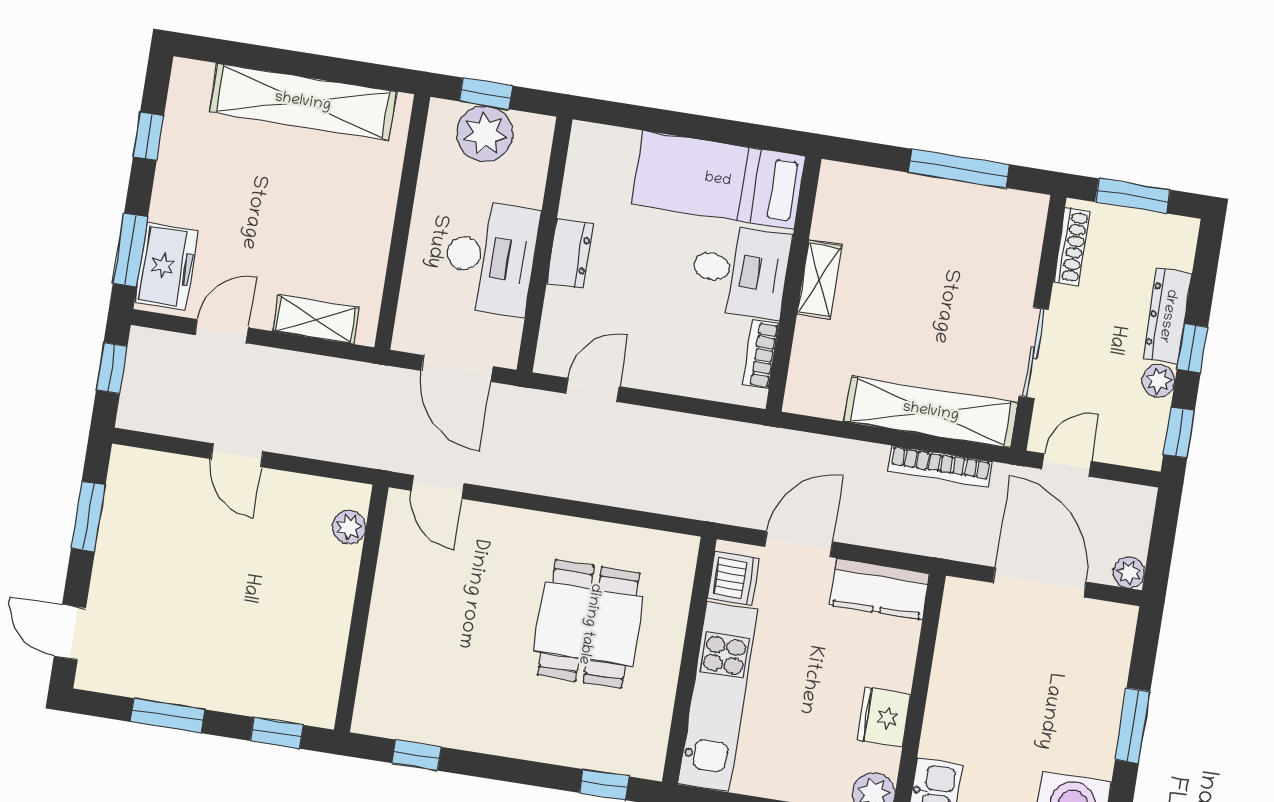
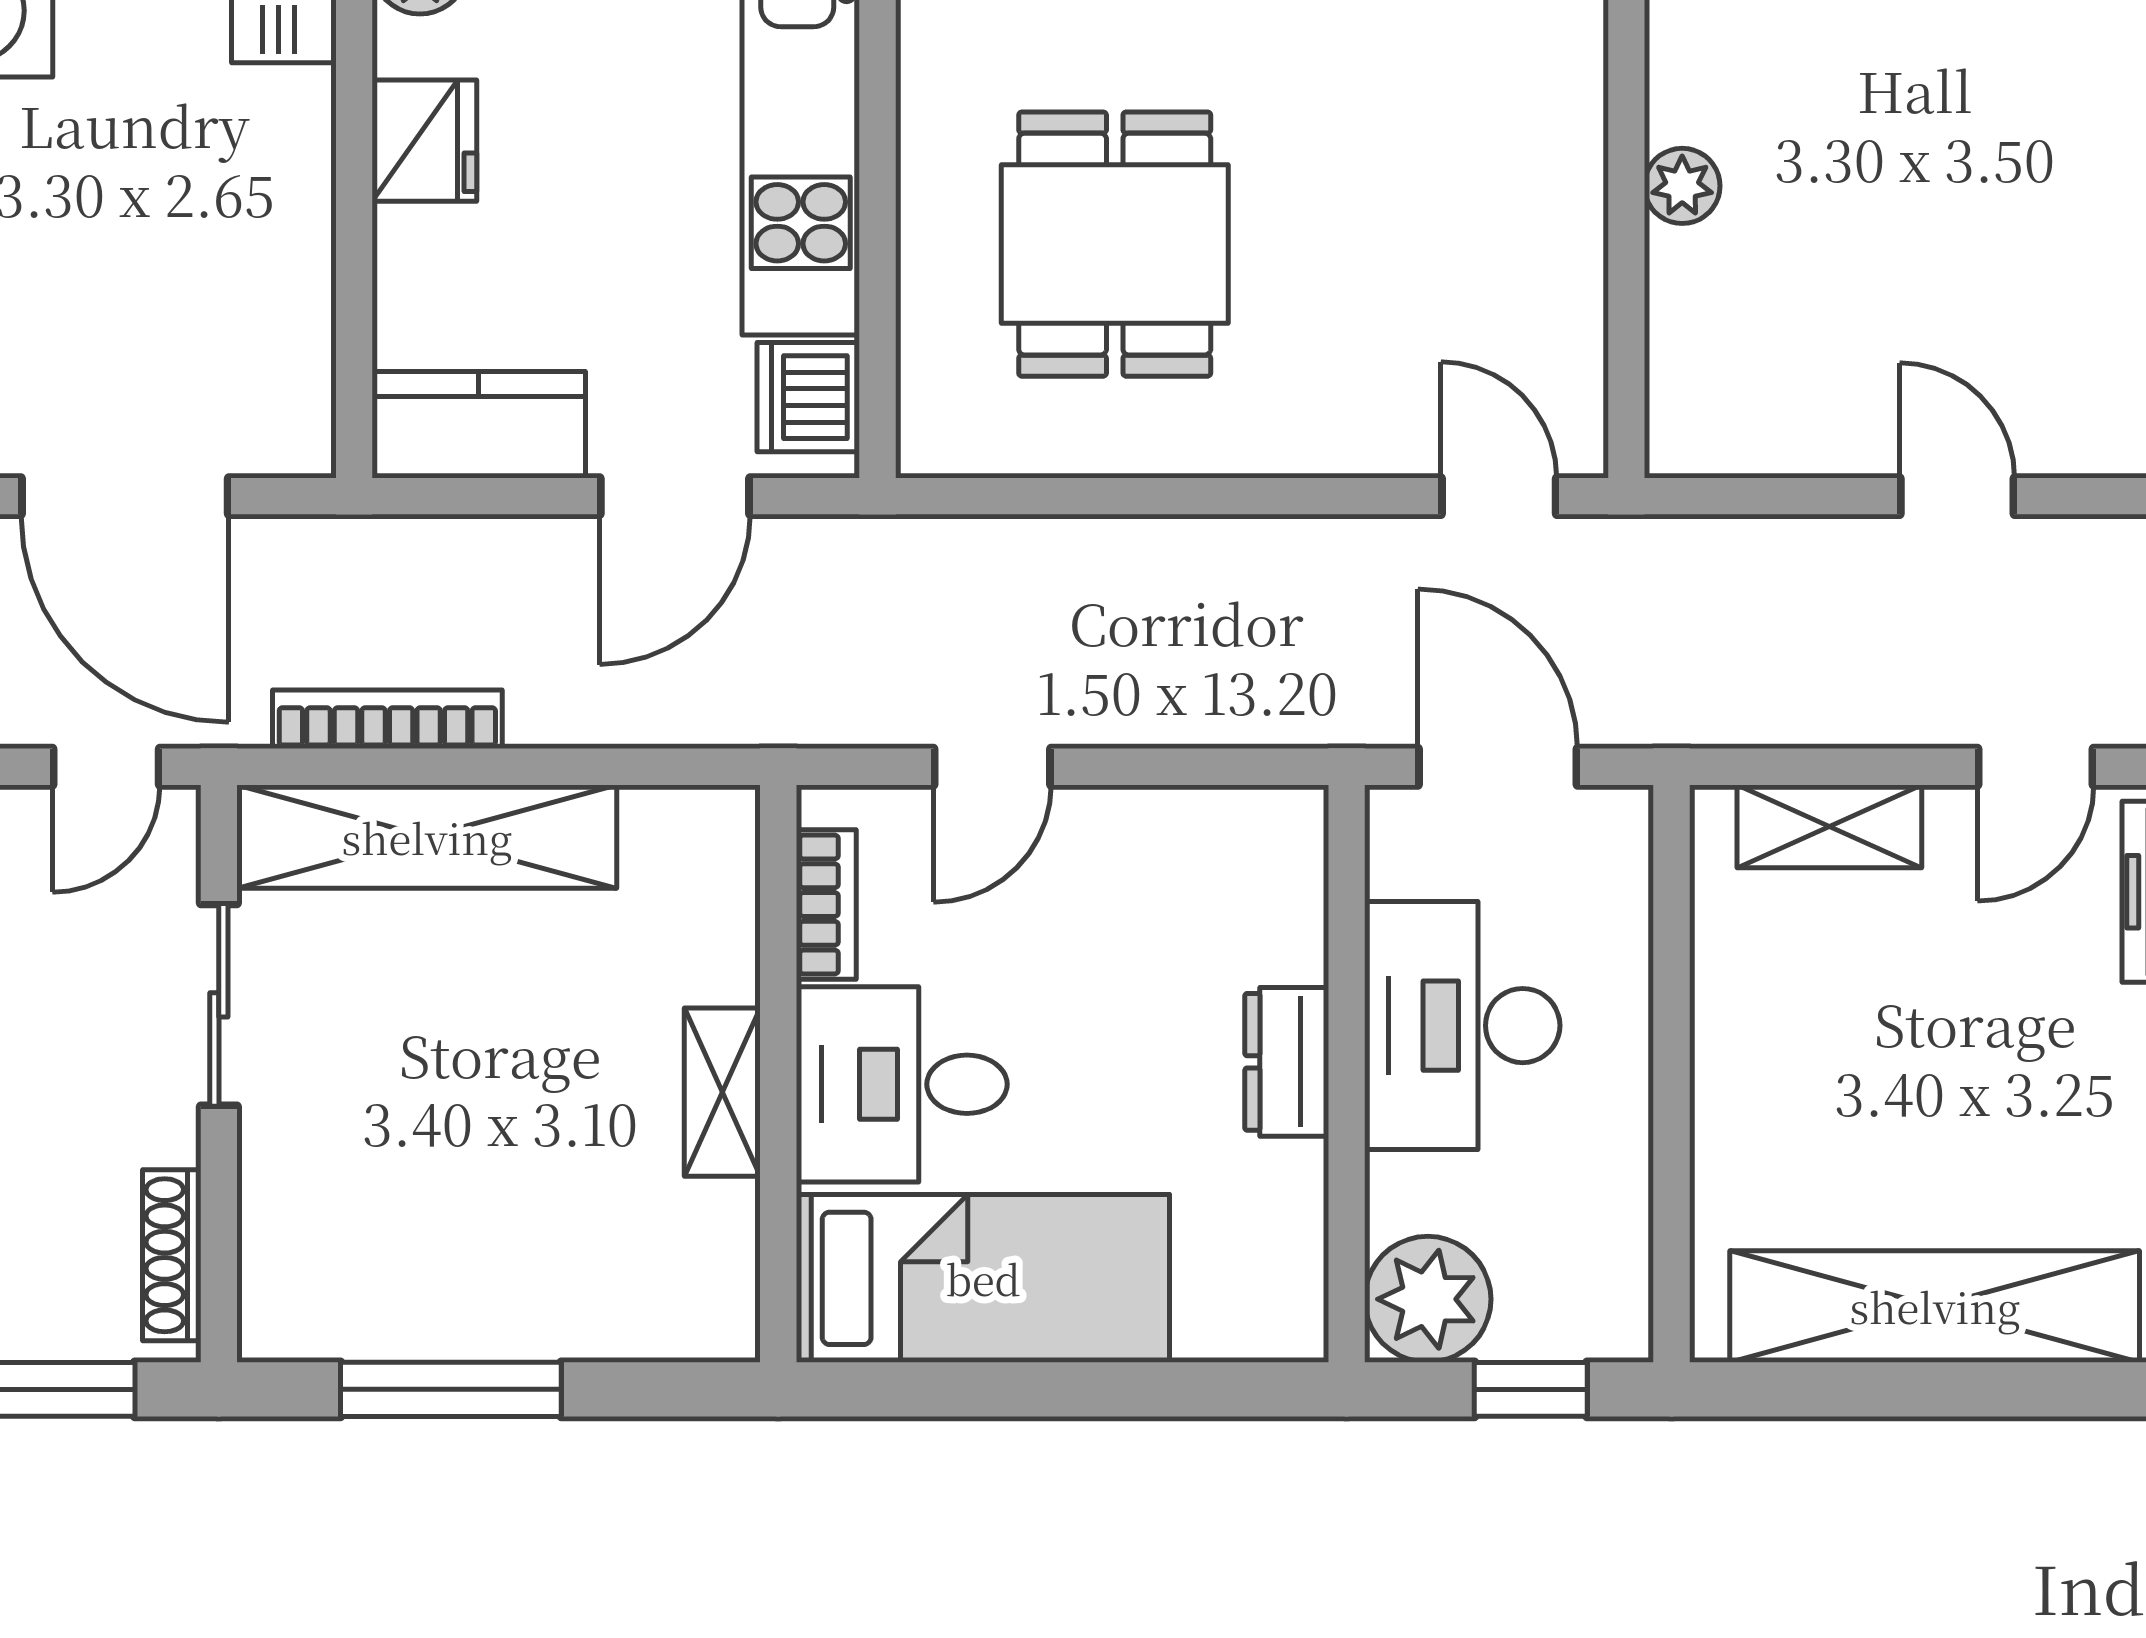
plant: (485, 134) -> (1428, 1299), moved
door: (592, 390) -> (992, 767), moved
plant: (349, 527) -> (1682, 186), moved

